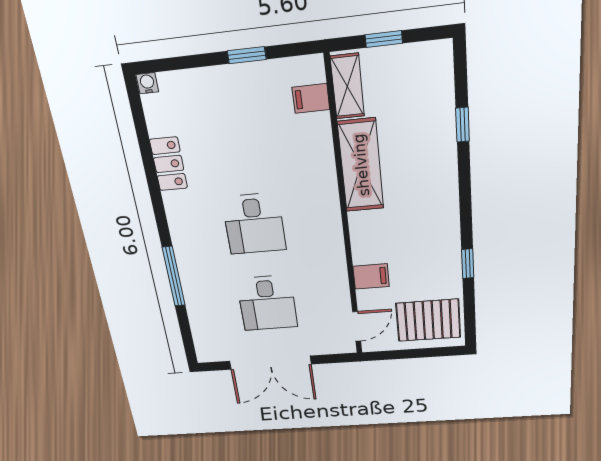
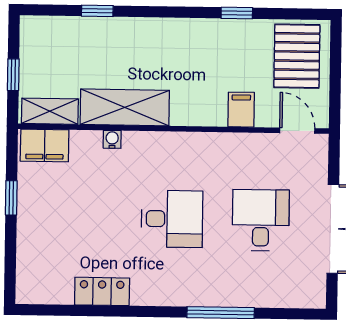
water cooler: (147, 83) -> (112, 139), moved, turned 90
filing cabinet: (311, 98) -> (45, 145), width x2.00
desk: (267, 303) -> (261, 220), turned -90

